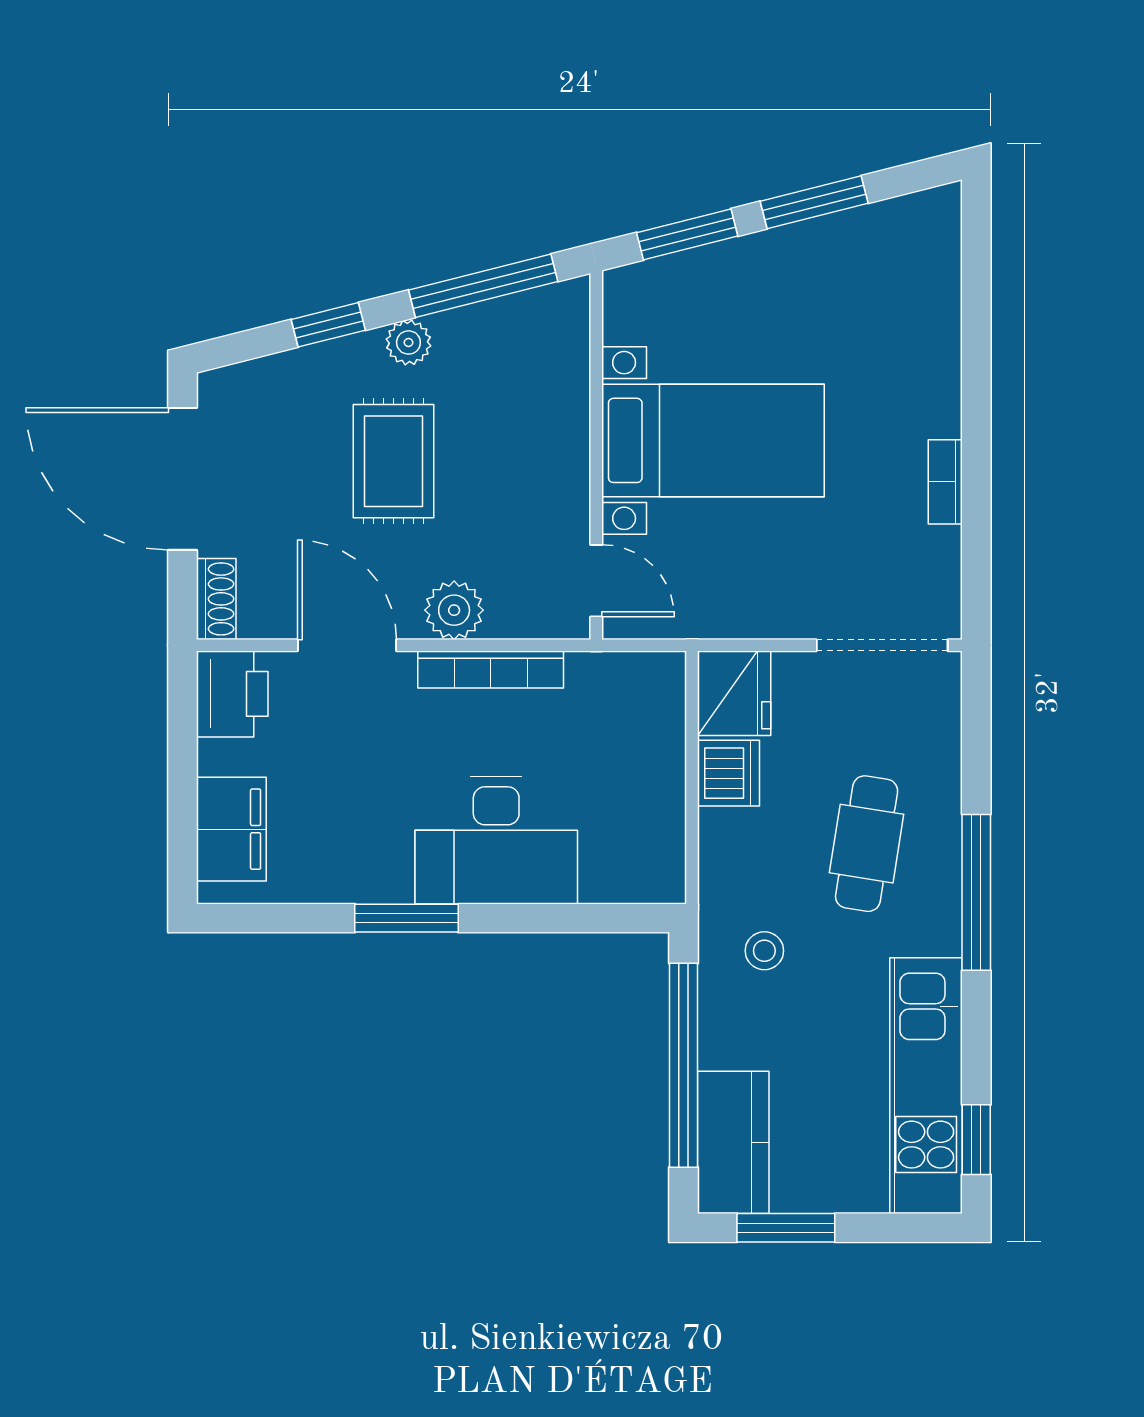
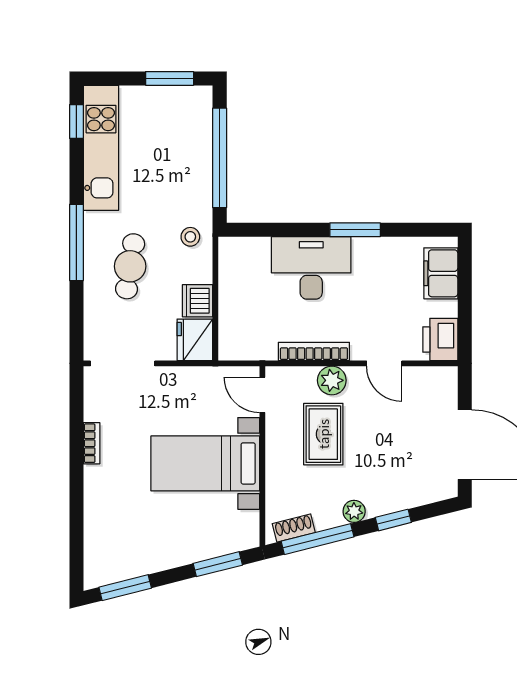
window: (814, 202) -> (125, 588), moved
rug: (393, 461) -> (323, 434), moved
shoe rack: (216, 599) -> (294, 528), moved, turned 76
door: (347, 645) -> (384, 363), width x0.73
stool: (764, 951) -> (190, 237), moved
kitchen counter: (733, 1142) -> (195, 120), removed

